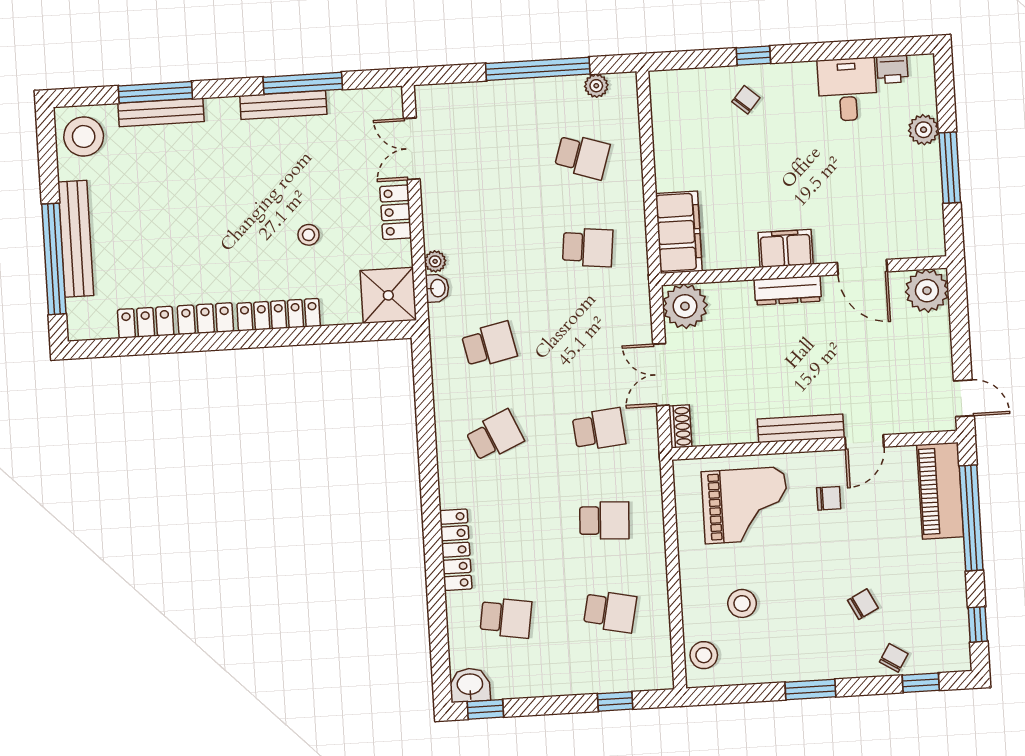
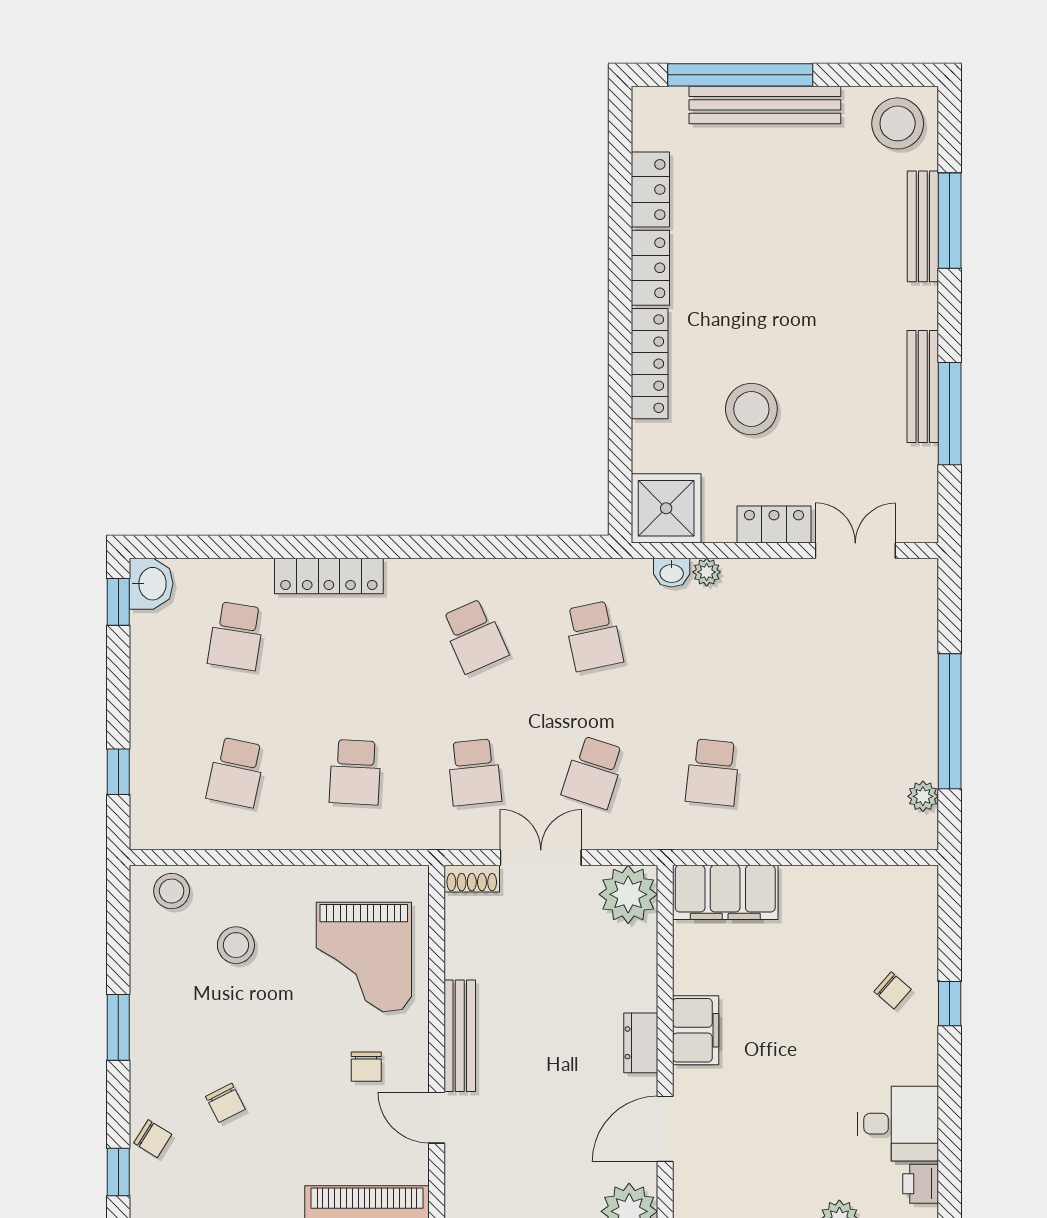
school desk: (582, 156) -> (594, 772), moved
stool: (309, 235) -> (751, 409), width x1.89, depth x1.89
dresser: (788, 290) -> (641, 1043), width x0.70

